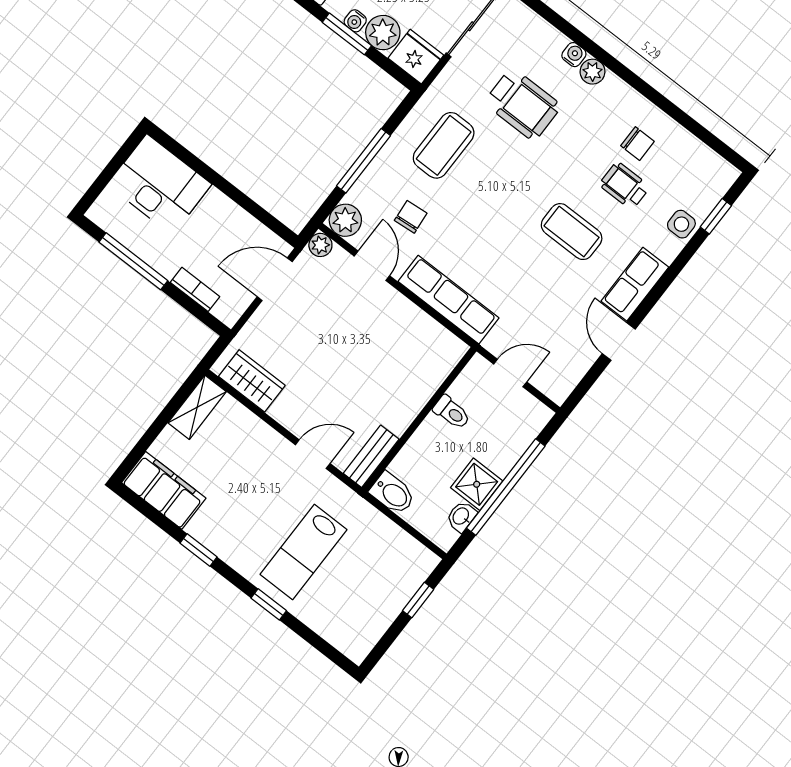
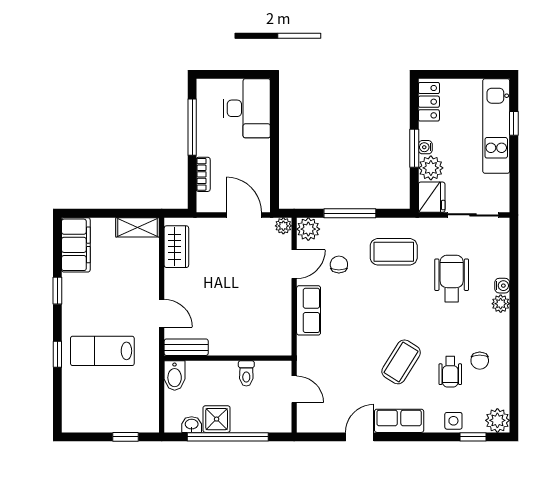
wheelchair: (523, 104) -> (452, 278), turned 180
plant: (719, 175) -> (497, 420), added
wheelchair: (624, 186) -> (450, 372), turned 180
chair: (411, 217) -> (339, 264), turned -85
coffee table: (572, 232) -> (401, 362), turned 32
row of seats: (449, 300) -> (309, 310), width x0.68

